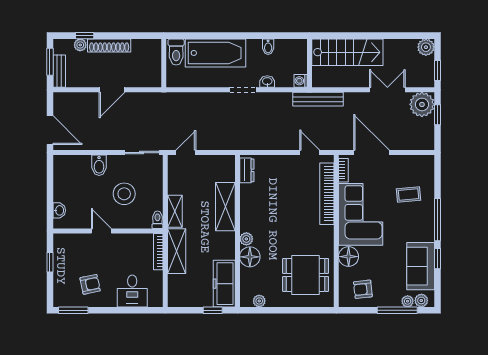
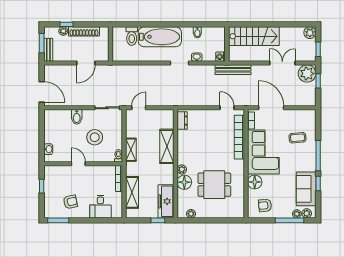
wall: (164, 63) -> (111, 44), moved
shelving: (177, 251) -> (132, 192), moved
dining table: (306, 275) -> (214, 185), moved

